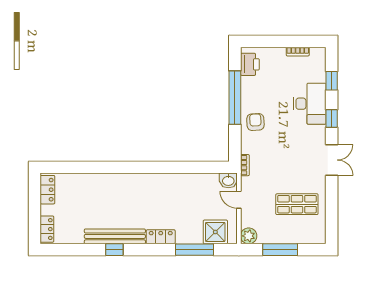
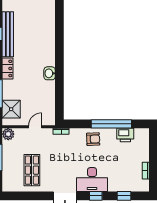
printer: (250, 64) -> (125, 135), moved
desk: (310, 104) -> (92, 180), moved
washbasin: (228, 180) -> (50, 73), moved

